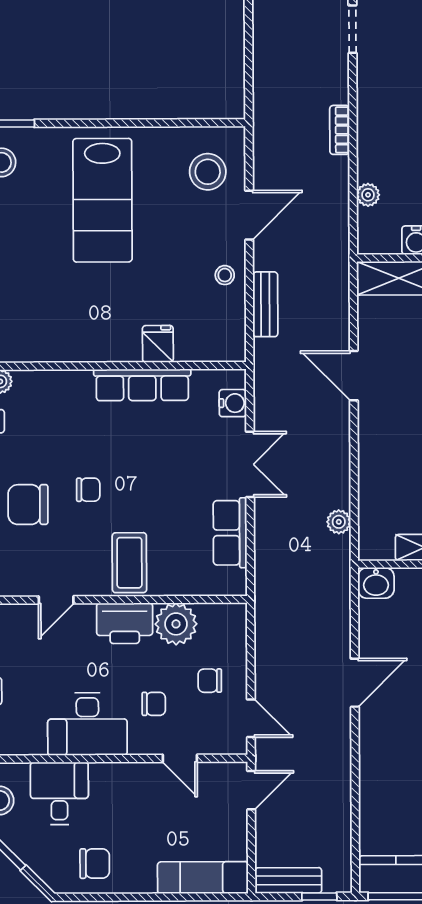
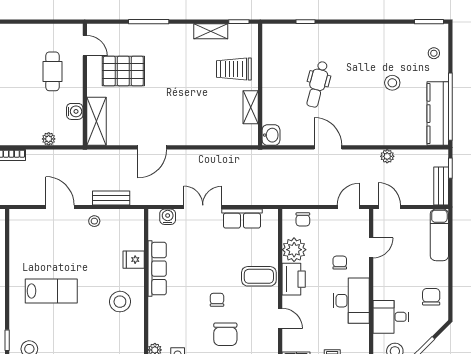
stool: (208, 172) -> (120, 302), moved
lab bench: (102, 200) -> (51, 291), width x0.73, depth x0.72
plant: (339, 522) -> (387, 156), moved
chair: (210, 681) -> (303, 219), moved

